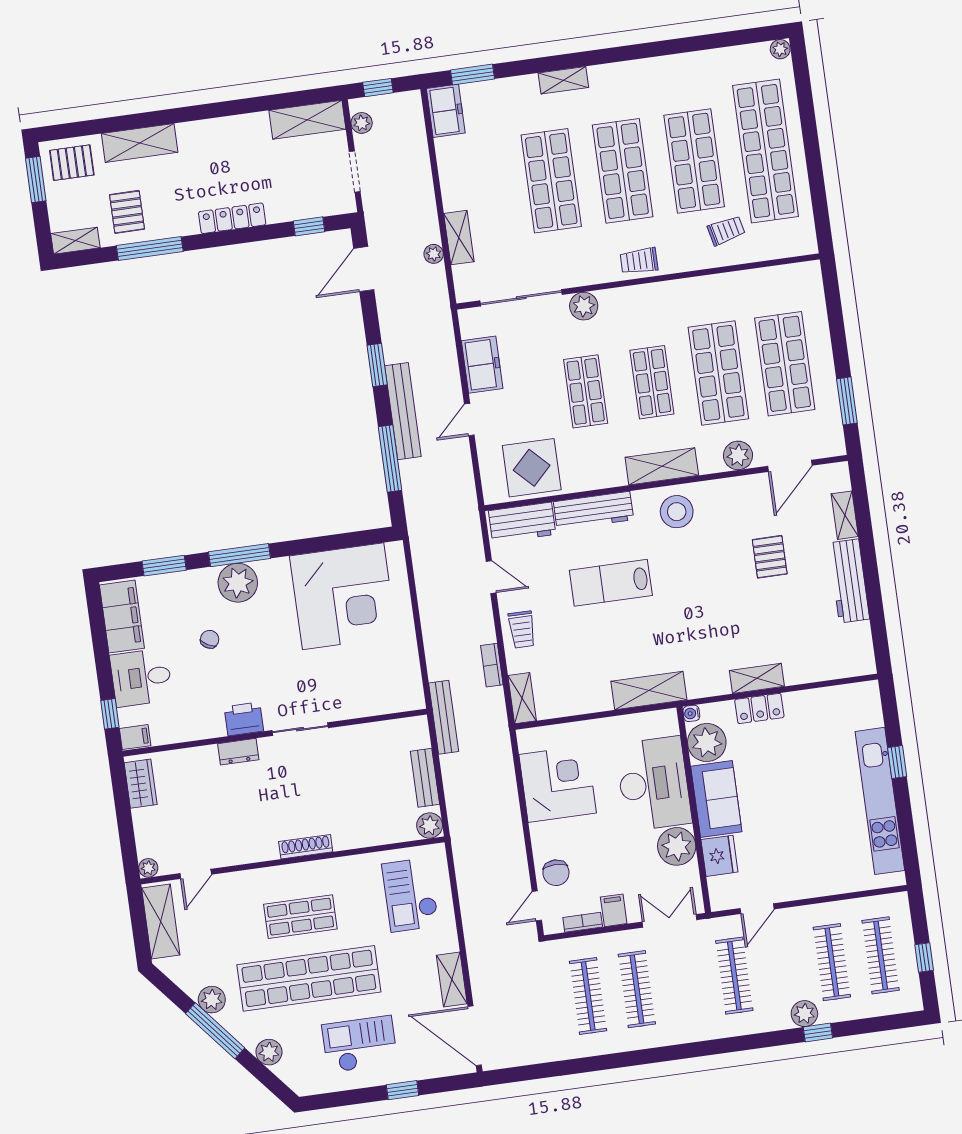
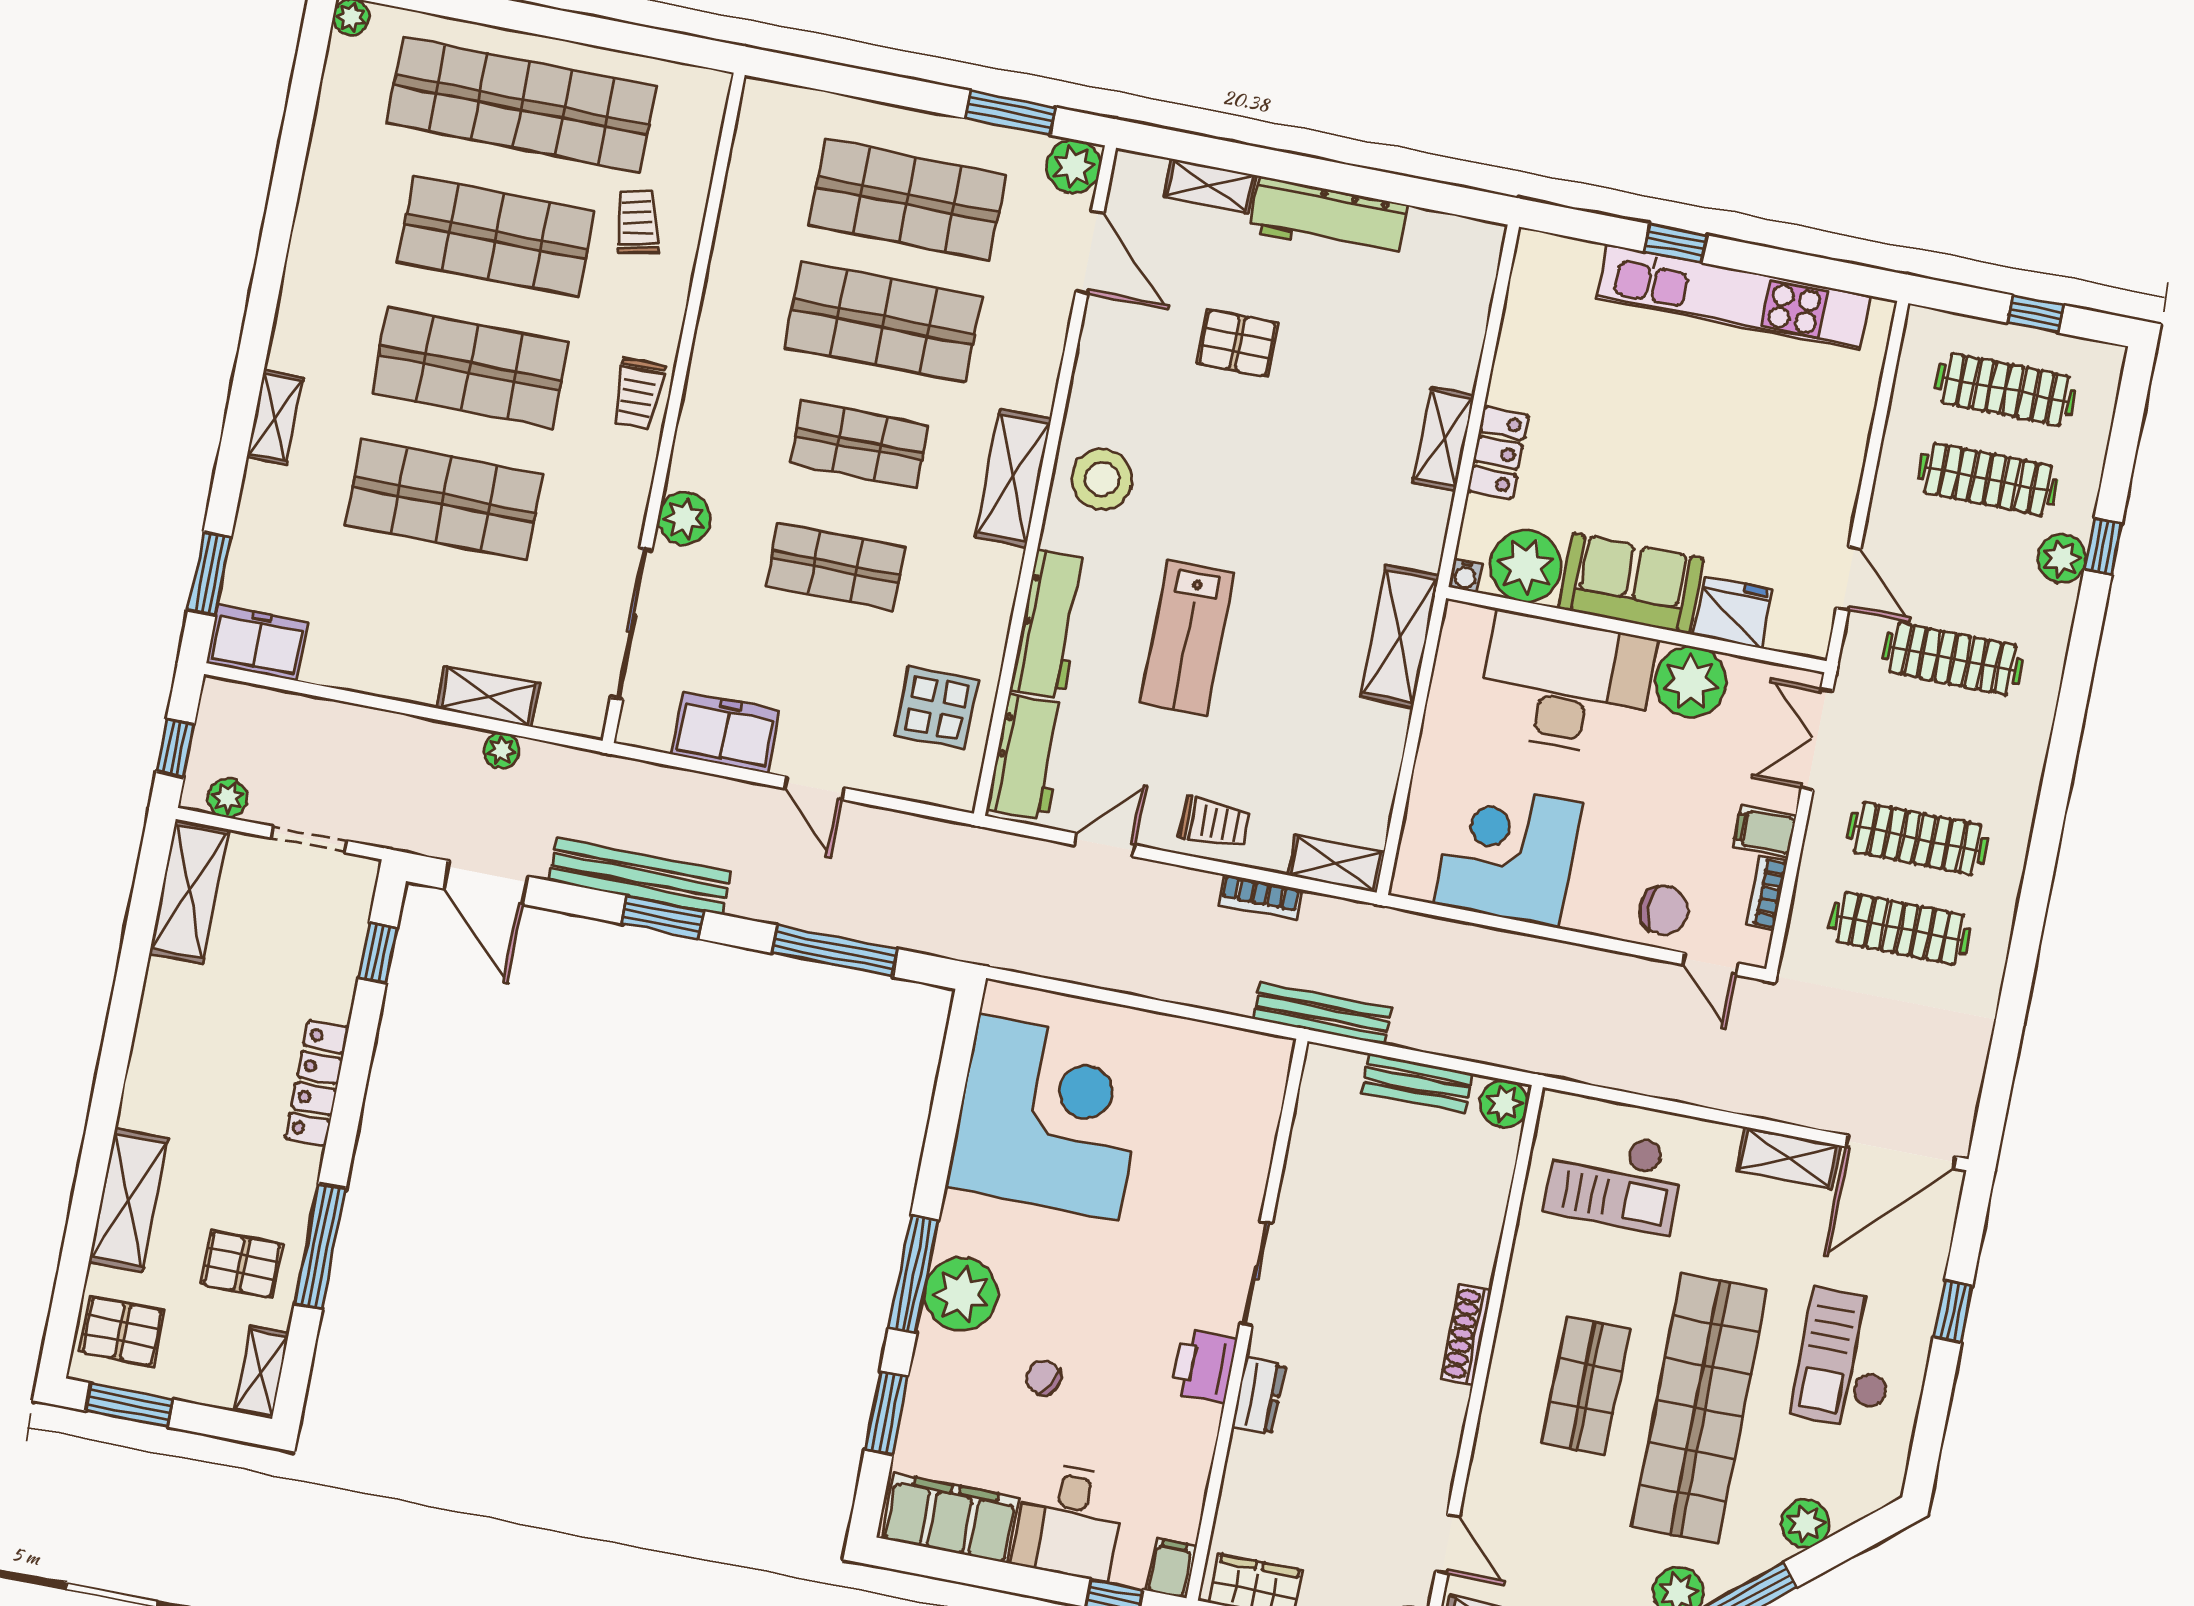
pallet: (72, 163) -> (122, 1331), turned 90
bench: (403, 411) -> (640, 876), moved
plant: (738, 455) -> (1074, 167), moved
display table: (532, 468) -> (937, 708), width x0.73, depth x0.73

